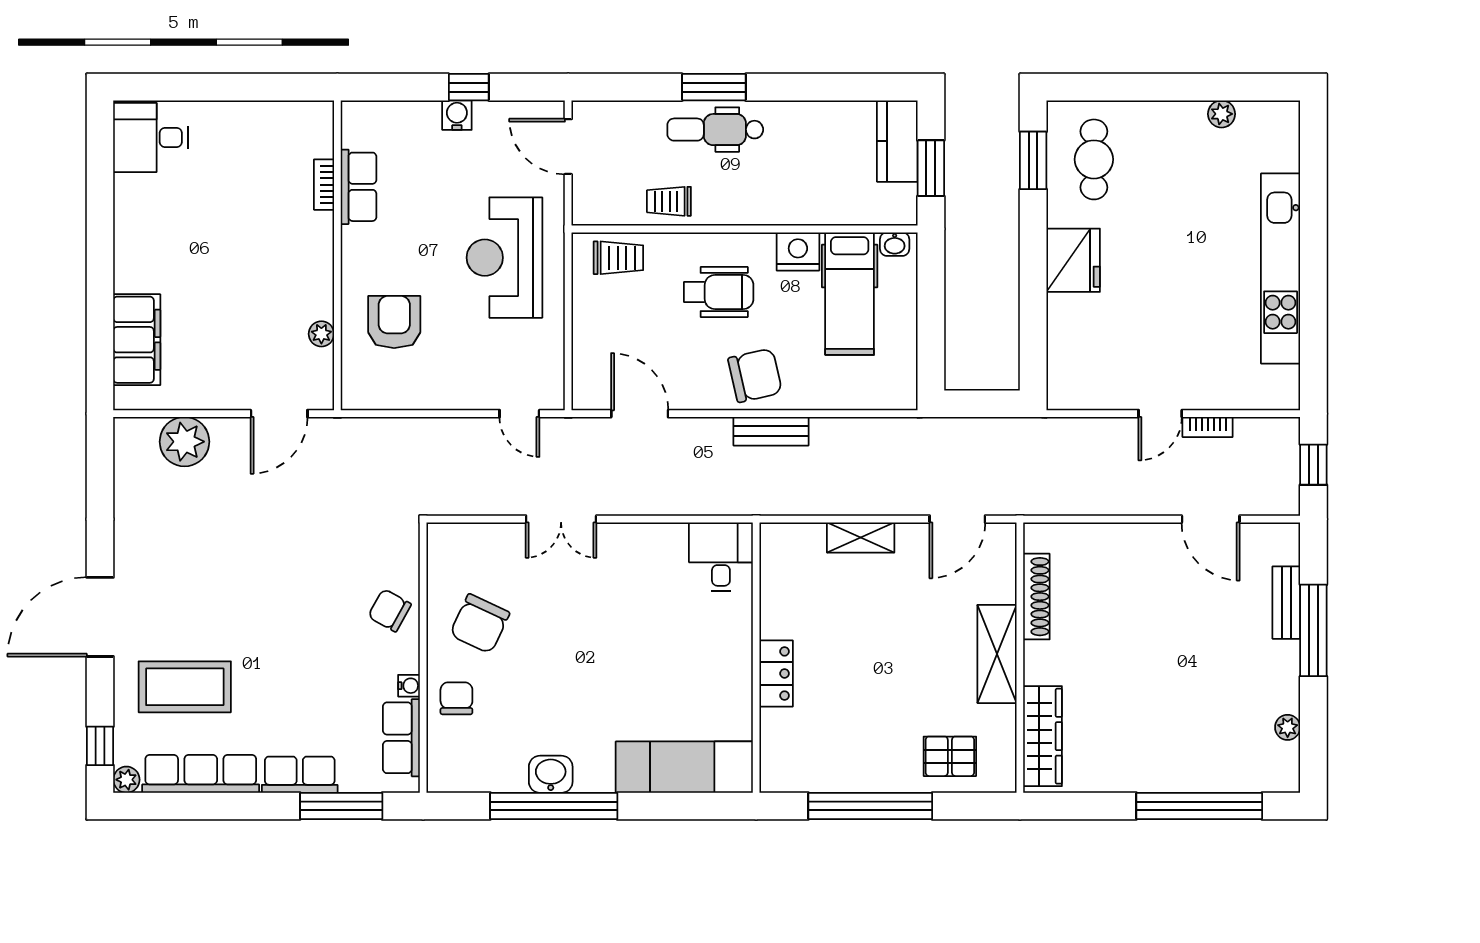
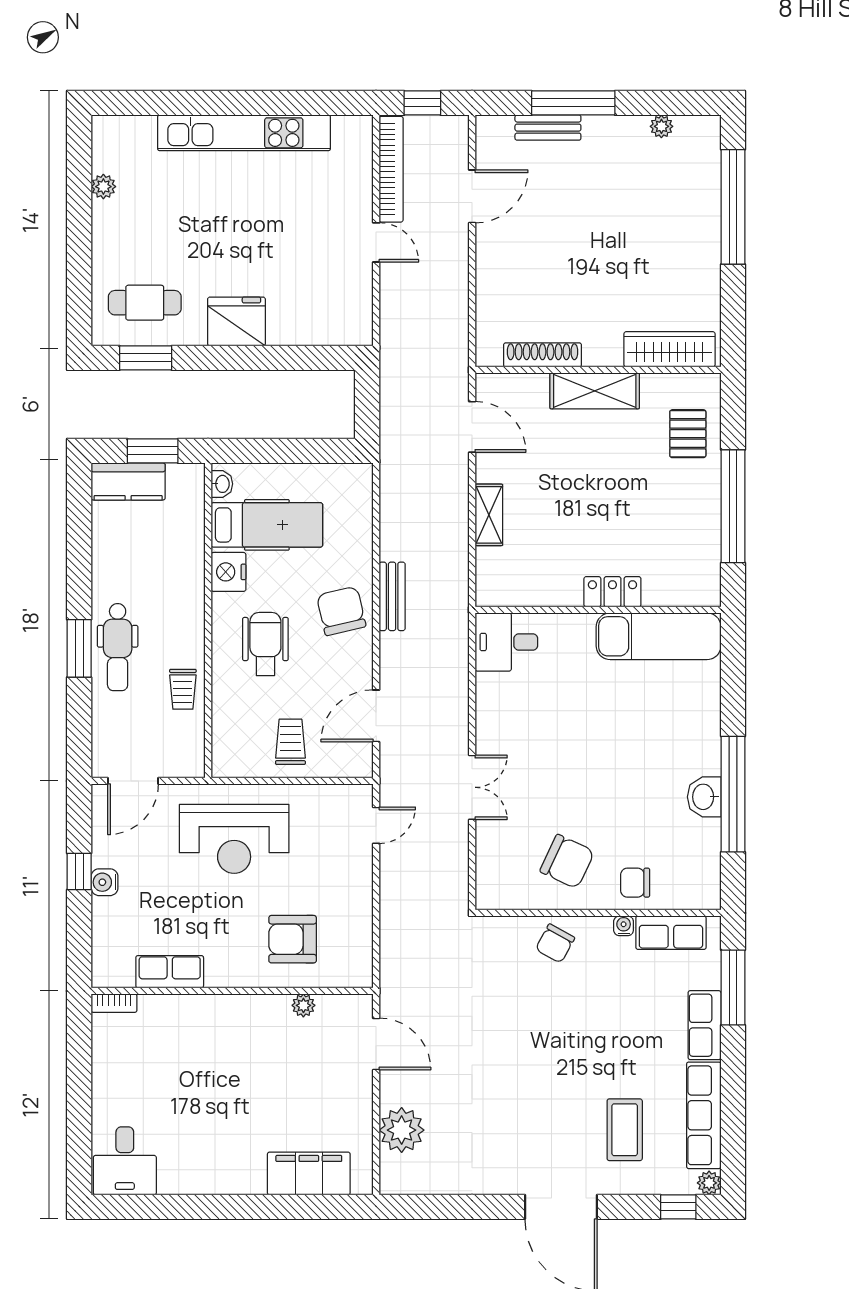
bookcase: (324, 185) -> (114, 1003), moved
trolley: (618, 258) -> (290, 742), moved
bookcase: (1208, 427) -> (391, 169), width x2.31, depth x1.31
coffee table: (185, 687) -> (625, 1130), width x0.73, depth x0.76
exam couch: (684, 767) -> (659, 636), moved, turned -90

